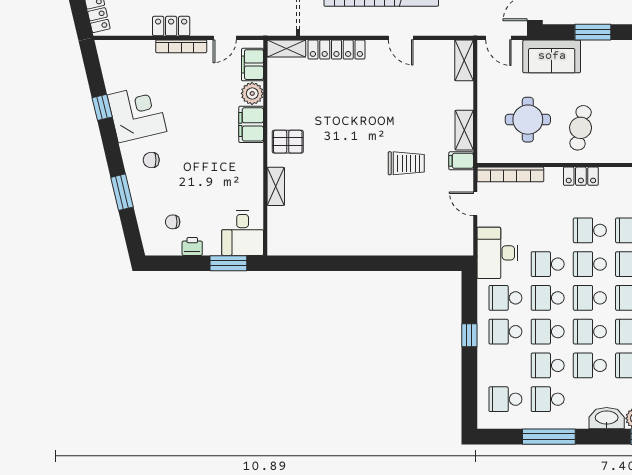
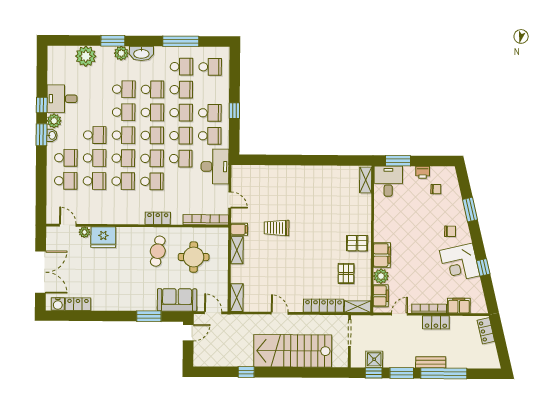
filing cabinet: (138, 51) -> (459, 306), added
pallet: (304, 97) -> (346, 273), added
shelving: (276, 186) -> (366, 180), moved

